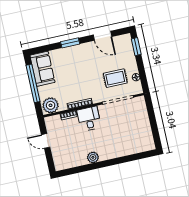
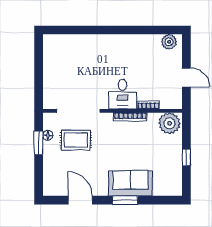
window: (136, 47) -> (39, 143), moved
sofa: (42, 69) -> (130, 183), moved, turned 90
window: (33, 83) -> (186, 158), width x0.32
plant: (93, 157) -> (169, 42), moved

